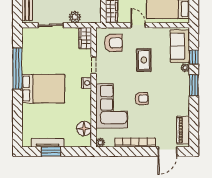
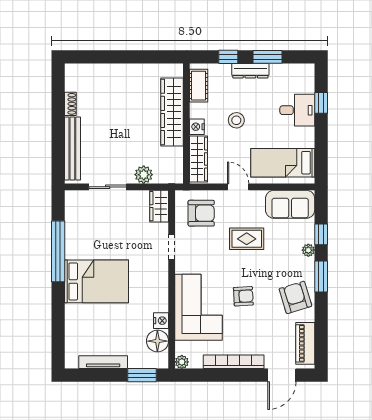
sofa: (180, 46) -> (290, 204), moved, turned -90
rug: (144, 60) -> (247, 239), turned 90
nightstand: (86, 83) -> (161, 321), moved
armchair: (177, 99) -> (295, 297), added
window: (51, 151) -> (142, 375), moved

